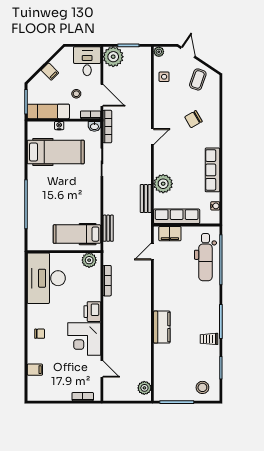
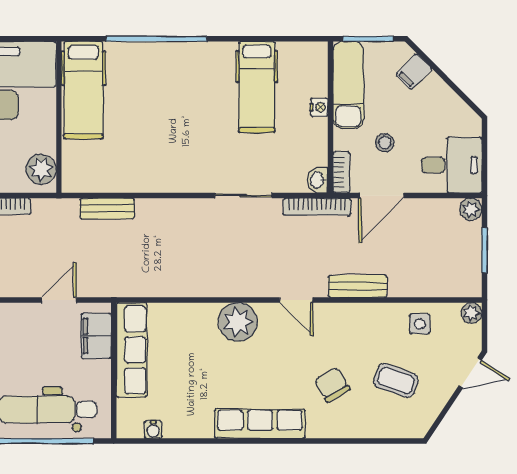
plant: (113, 57) -> (471, 209), width x0.53, depth x0.53
filing cabinet: (50, 72) -> (414, 72), moved
coffee table: (198, 79) -> (396, 381), moved
hospital bed: (56, 152) -> (257, 87), width x0.73, depth x0.78
row of seats: (212, 170) -> (260, 424), moved
plant: (163, 184) -> (238, 322), moved
bench: (146, 199) -> (357, 286), moved
hospital bed: (77, 234) -> (83, 90), moved, turned 180
door: (152, 252) -> (59, 300), hinge flipped

